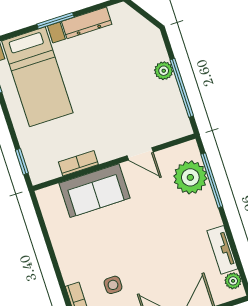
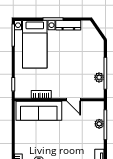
plant: (164, 71) -> (99, 77), moved
plant: (190, 177) -> (99, 124), width x0.53, depth x0.53
sofa: (94, 191) -> (39, 111), width x1.36

